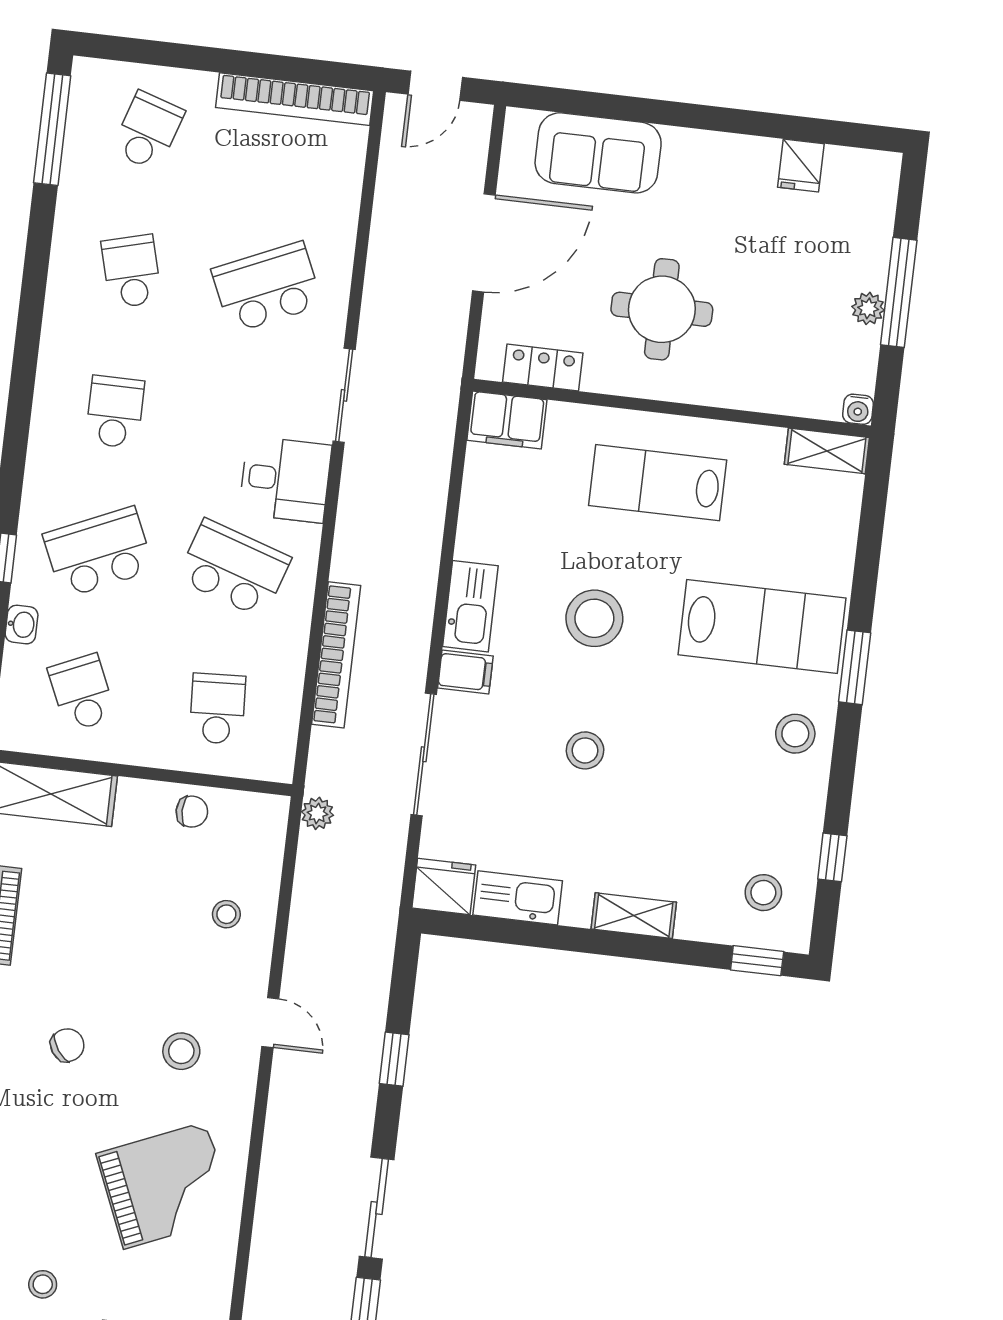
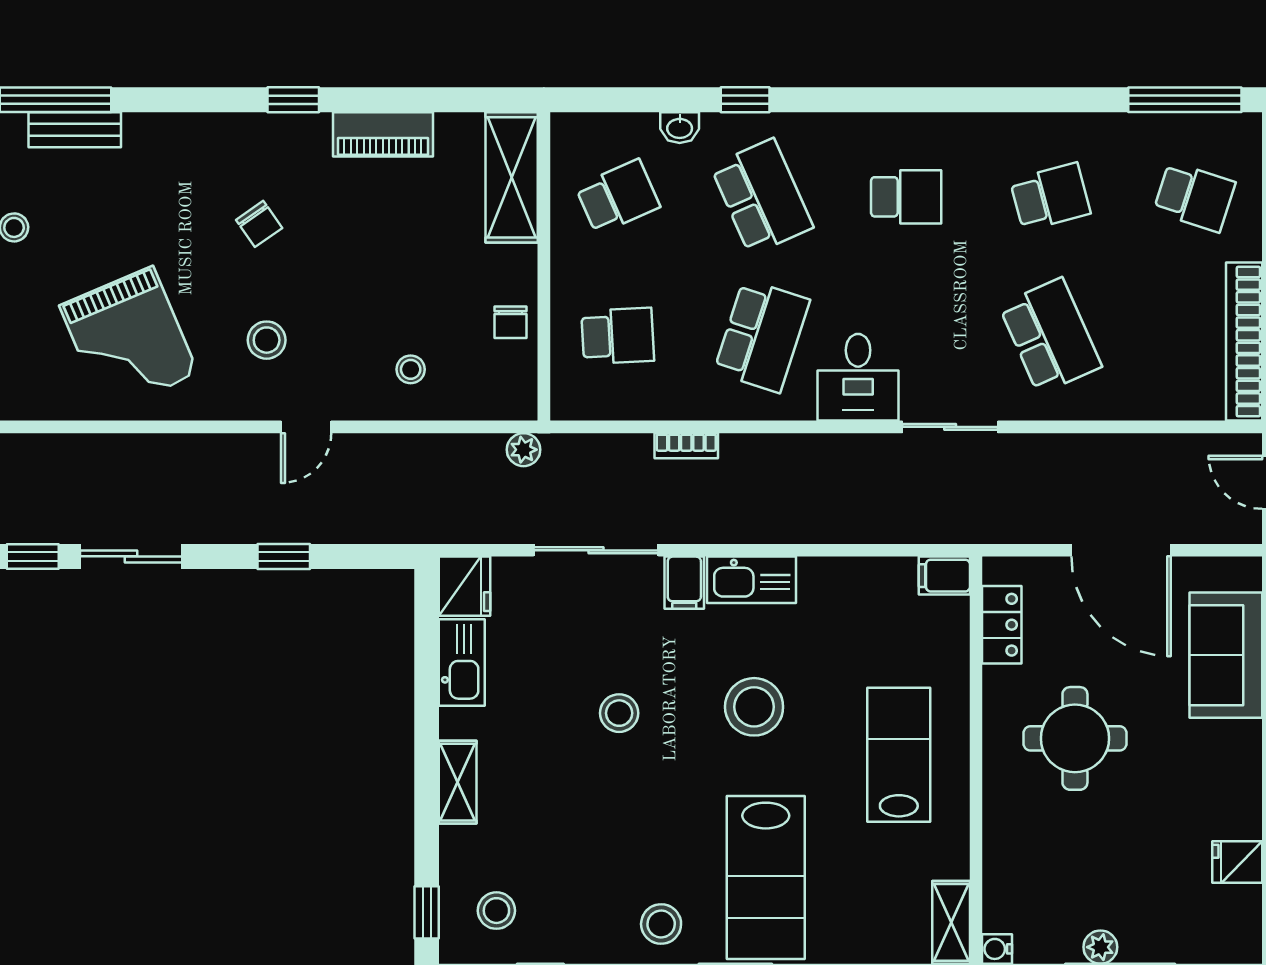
filing cabinet: (507, 420) -> (944, 576), width x0.50
bookcase: (336, 655) -> (686, 446), width x0.43, depth x0.76

